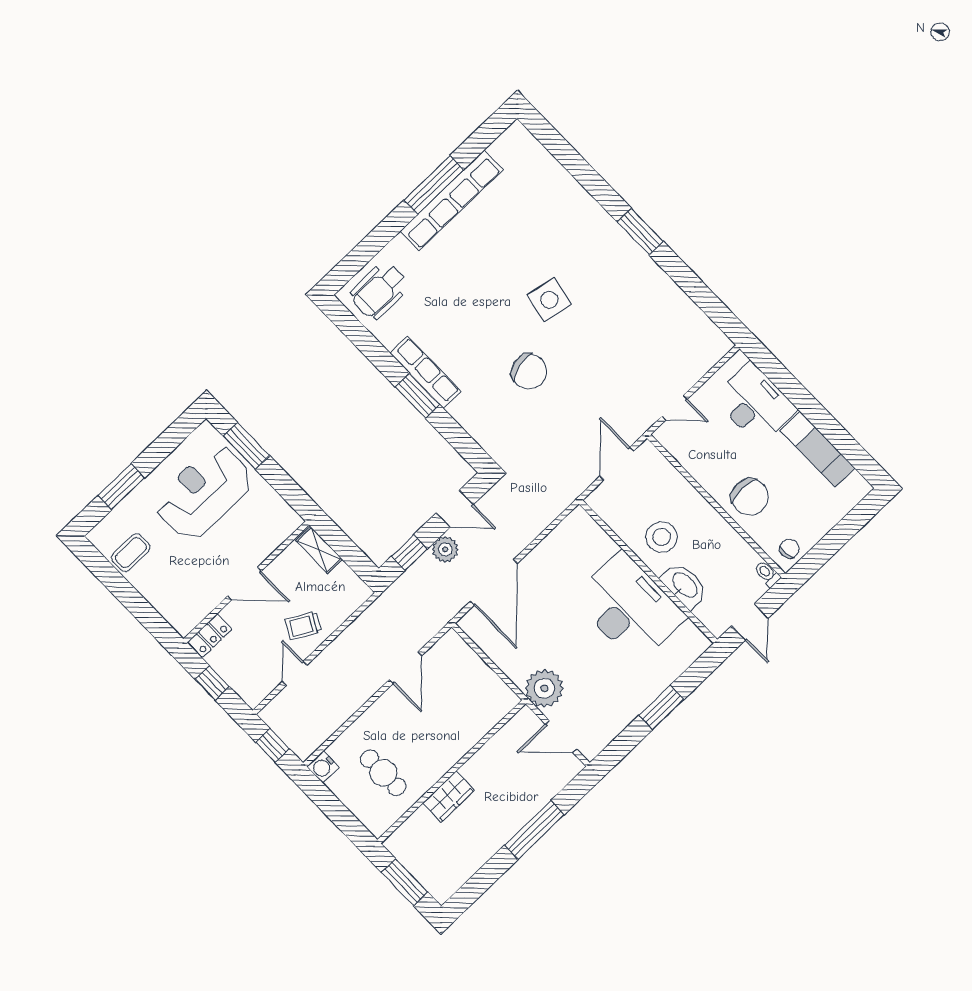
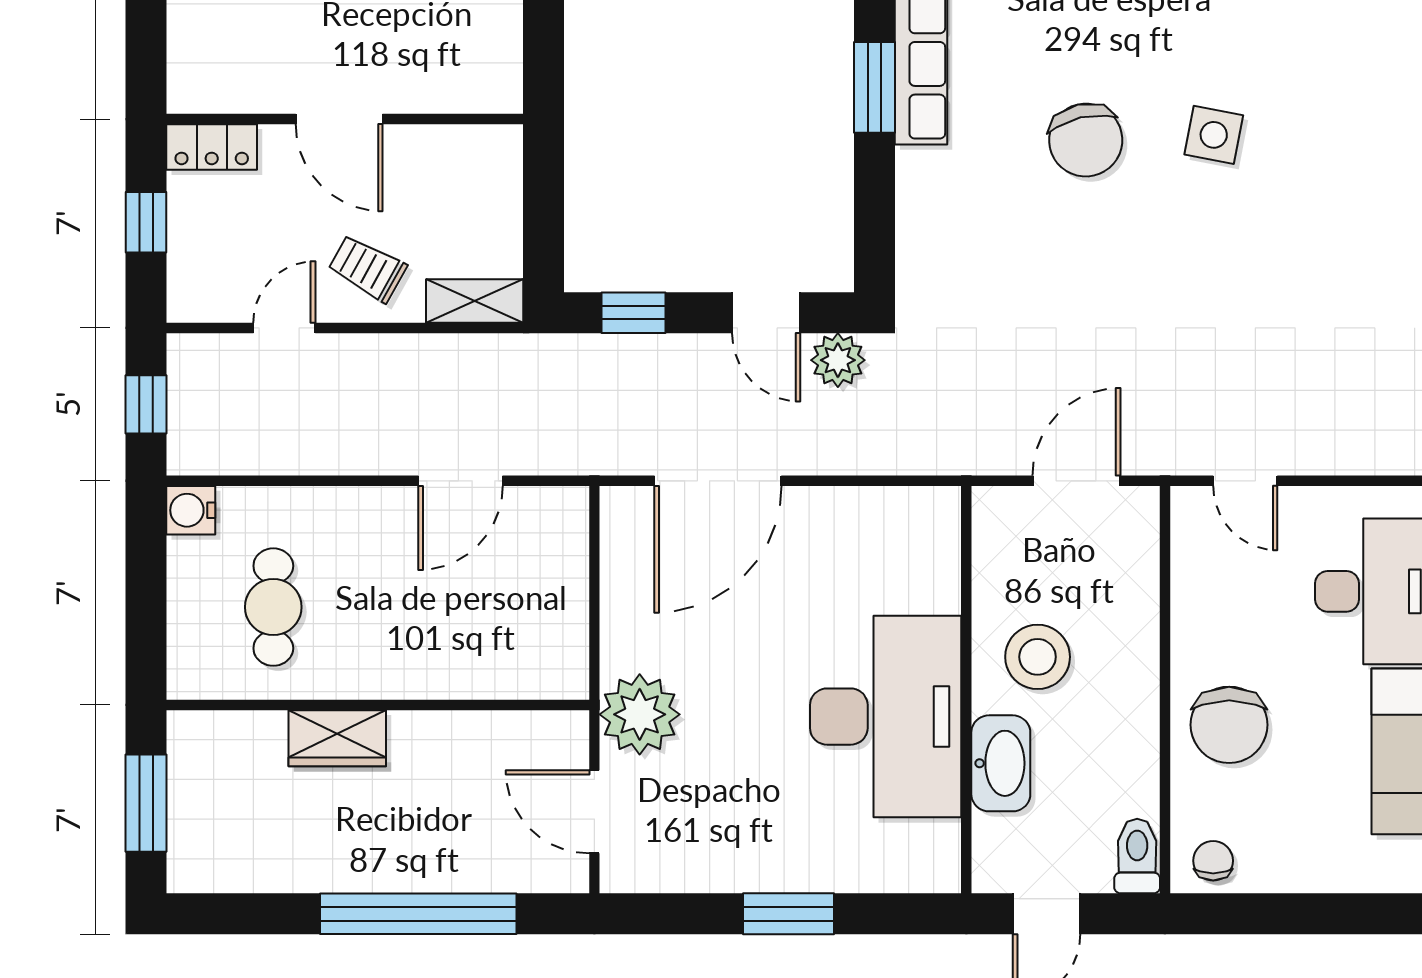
side table: (549, 300) -> (1214, 135), width x0.73, depth x0.73
chair: (529, 372) -> (1086, 140), moved
plant: (445, 549) -> (838, 360), moved
chair: (789, 549) -> (1213, 861), turned -83
shelving: (319, 550) -> (475, 301), moved, turned 90
toilet: (767, 574) -> (1137, 856), width x1.37, depth x1.39
window: (534, 830) -> (418, 914), width x1.46

